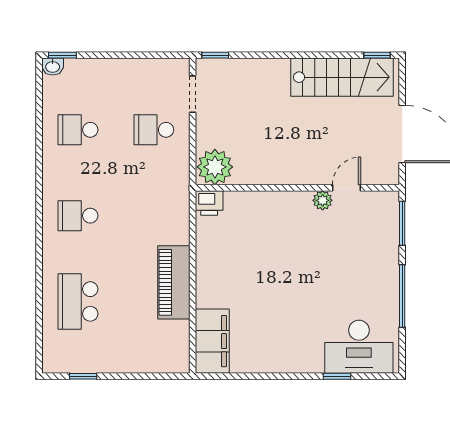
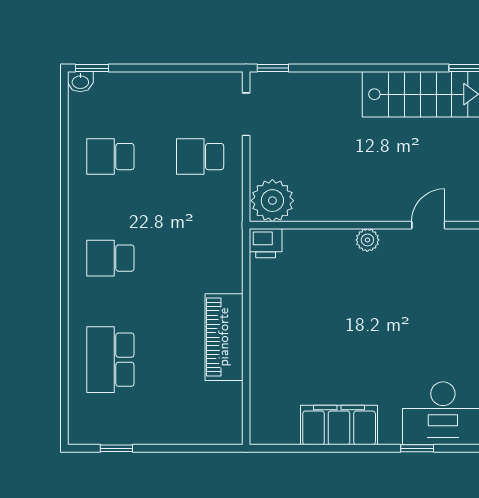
plant: (323, 200) -> (367, 240), moved
filing cabinet: (212, 341) -> (339, 425), moved, turned -90

